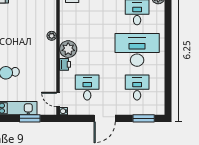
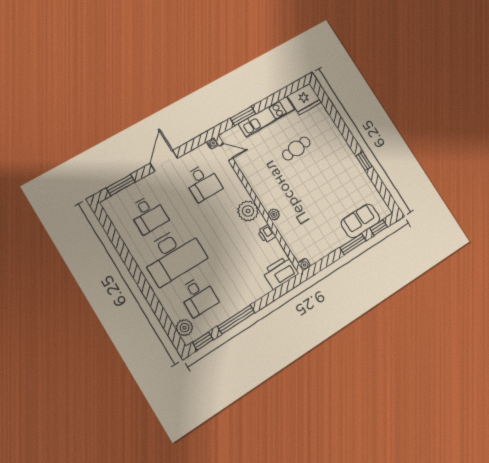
printer: (65, 64) -> (267, 234), moved

